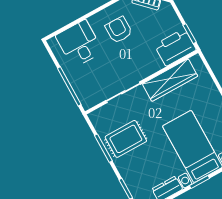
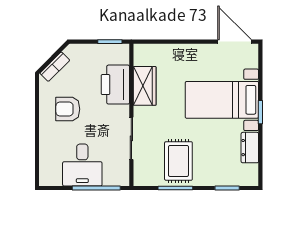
desk: (79, 44) -> (82, 165), moved, turned -90
printer: (175, 47) -> (115, 85), moved
wardrobe: (170, 80) -> (145, 86), width x0.67

